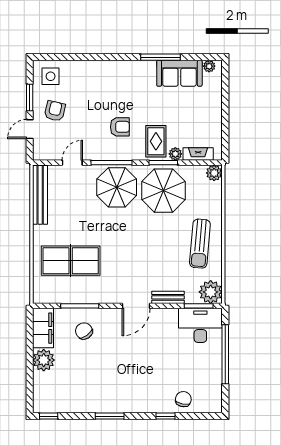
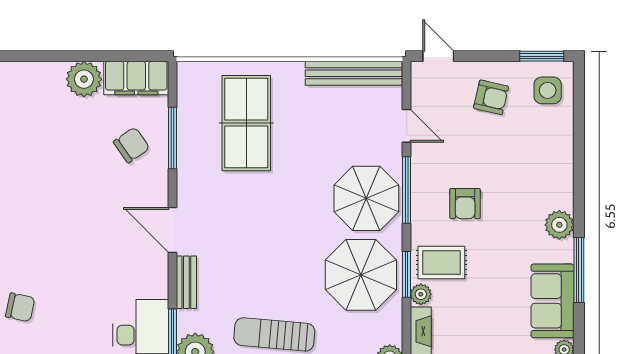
plant: (133, 69) -> (559, 225), added
window: (30, 98) -> (542, 56), moved
door: (30, 129) -> (438, 56), moved

